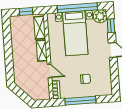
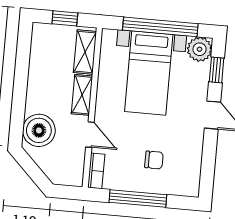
boiler: (22, 73) -> (39, 130), added

